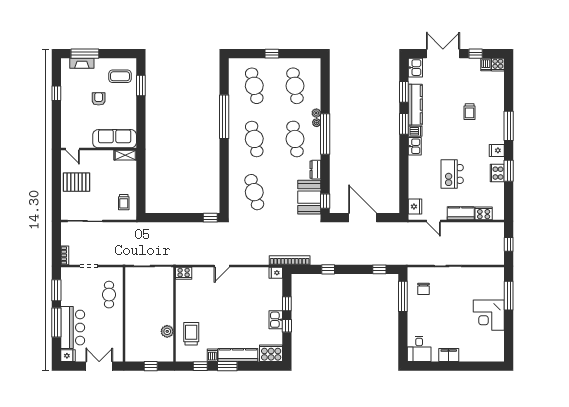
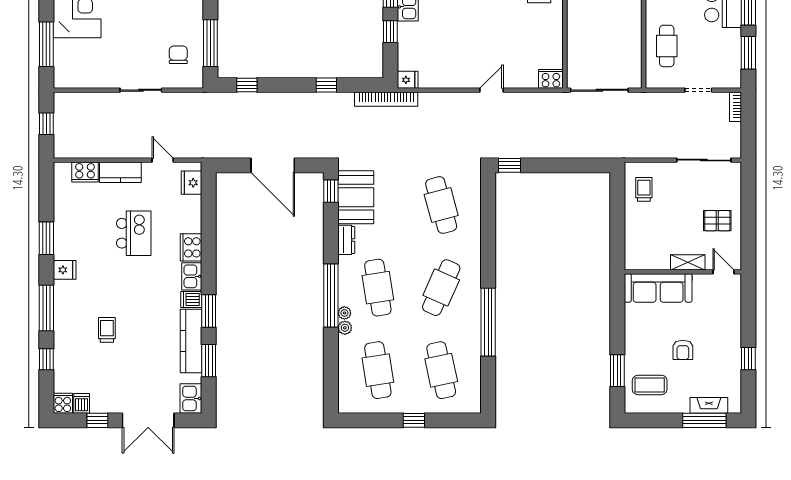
window: (509, 93) -> (46, 359), added
cafe table: (254, 139) -> (441, 288), turned 36
shelving: (125, 155) -> (688, 262), moved
cooker: (497, 173) -> (191, 247), moved, turned 180
pallet: (76, 182) -> (717, 221), width x0.67, depth x0.71

